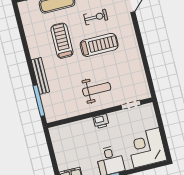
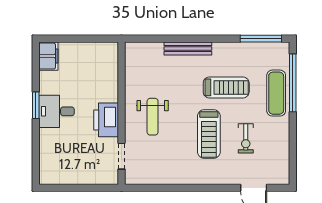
window: (39, 101) -> (261, 39), moved
printer: (101, 121) -> (106, 120), width x1.87, depth x1.48
corner desk: (146, 148) -> (61, 162), removed

